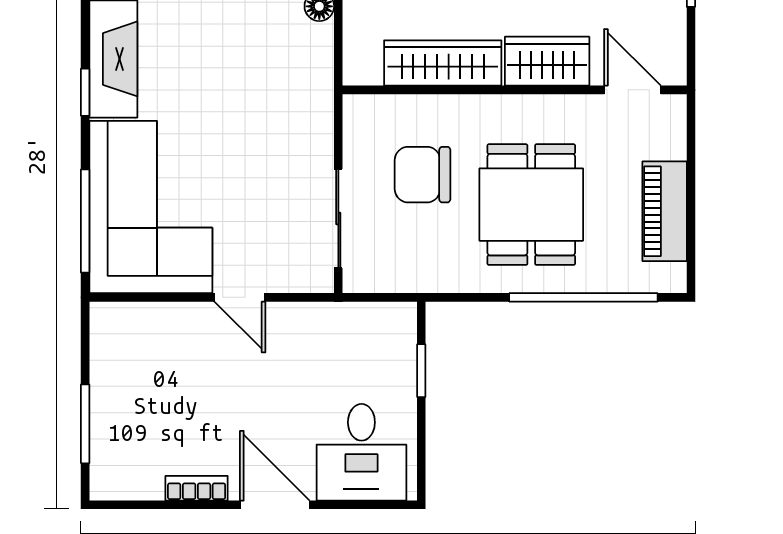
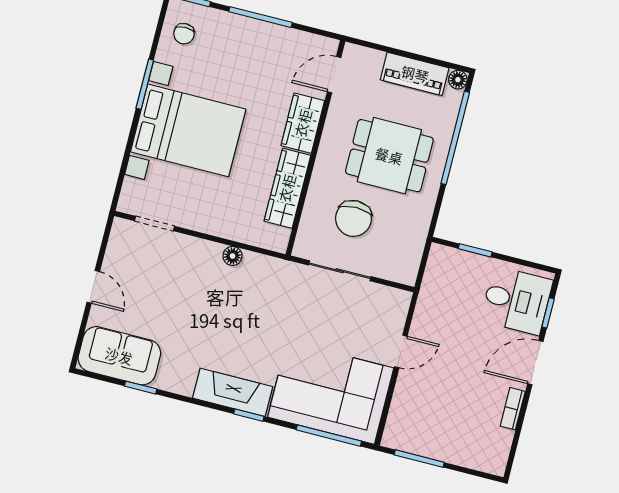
sliding door: (338, 218) -> (340, 271), moved
floor lamp: (672, 279) -> (458, 80), added
window: (85, 424) -> (419, 459), moved
window: (355, 505) -> (548, 313), added

